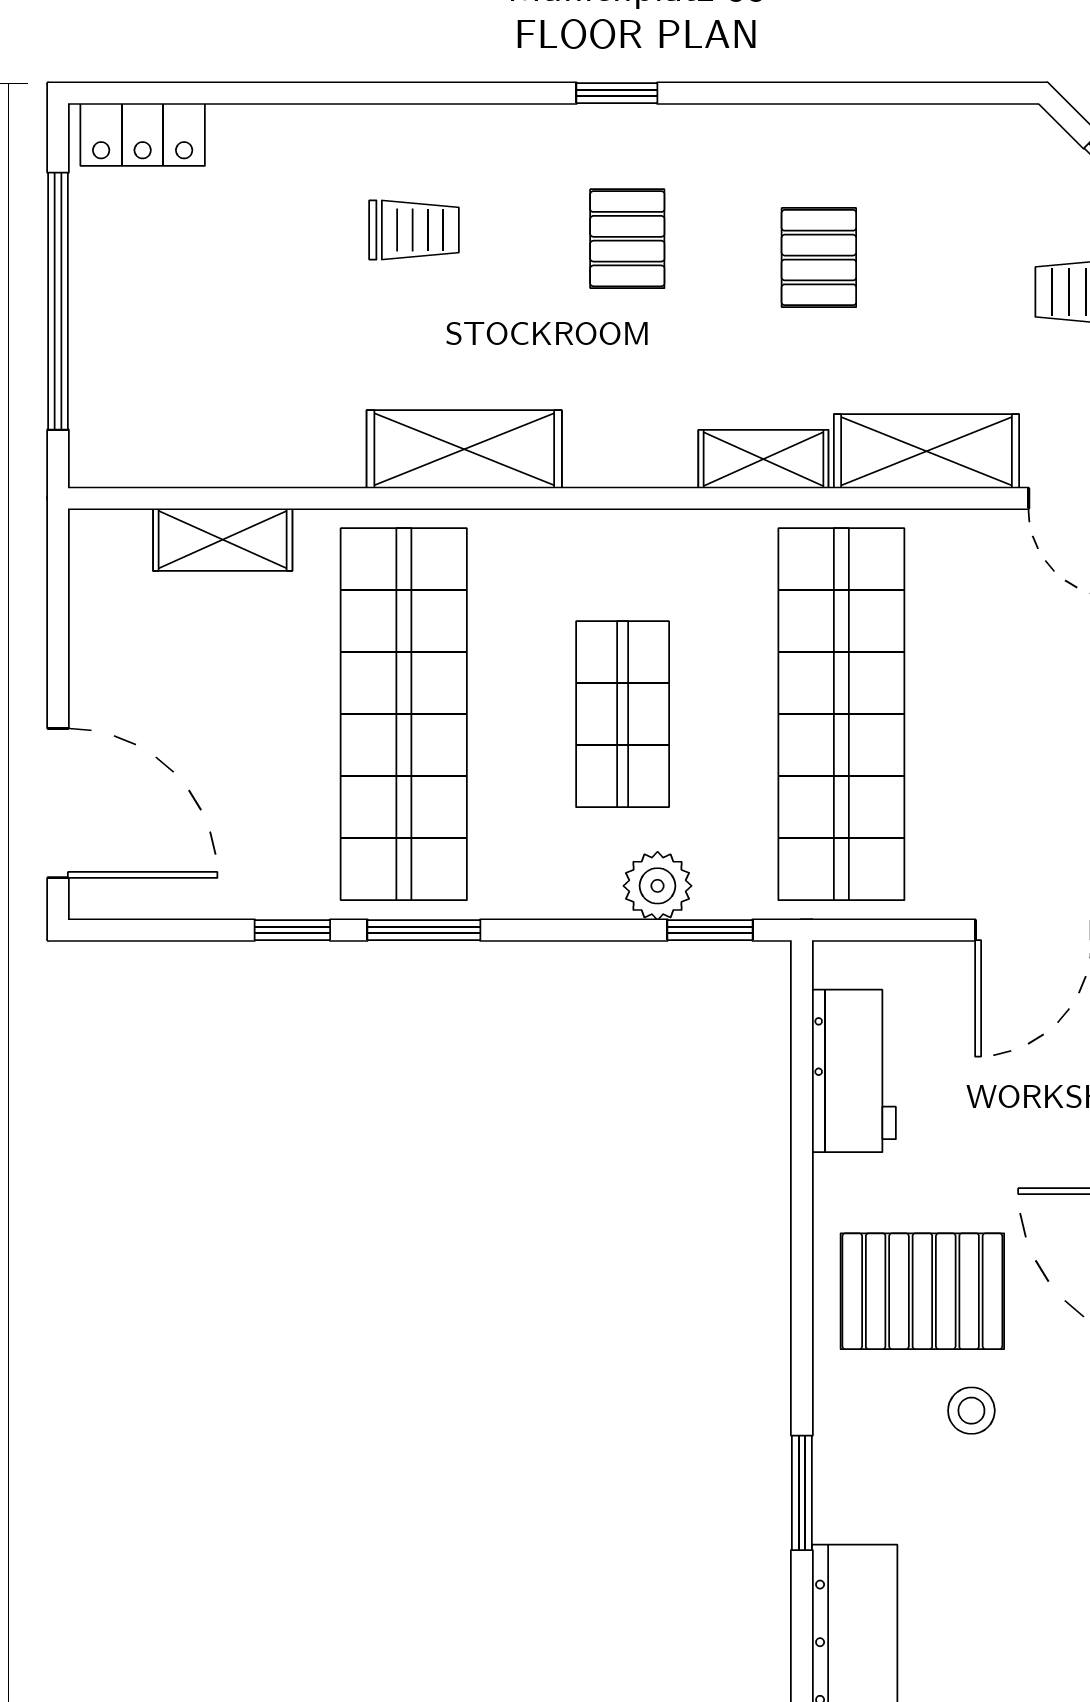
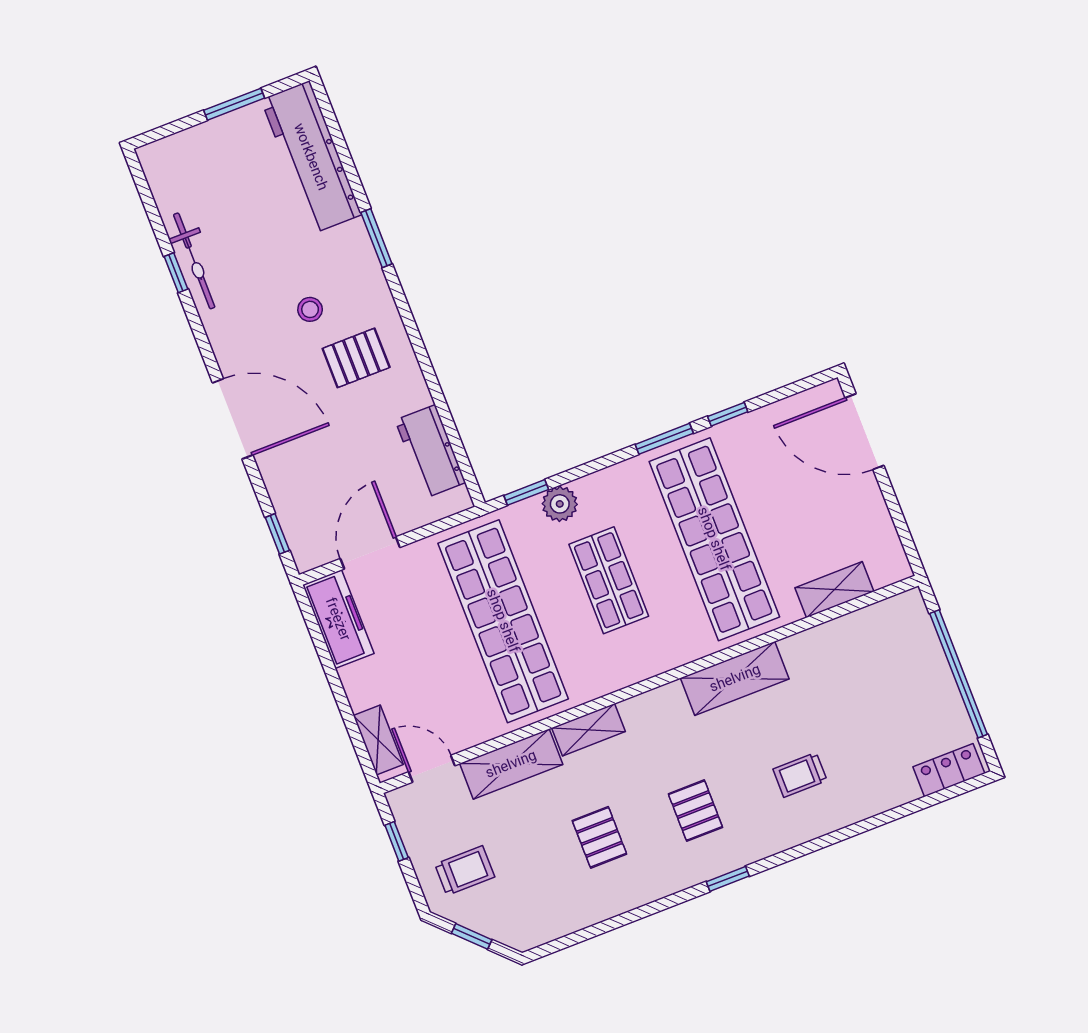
pallet: (922, 1291) -> (356, 358), width x0.67, depth x0.71

